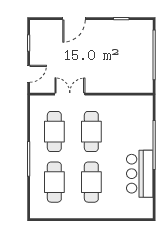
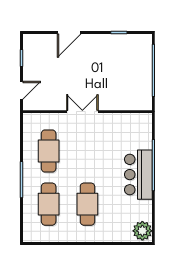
double door: (70, 94) -> (82, 112), moved
cafe table: (91, 132) -> (87, 151), removed
bar counter: (140, 174) -> (138, 175), moved
plant: (144, 207) -> (142, 231), added

